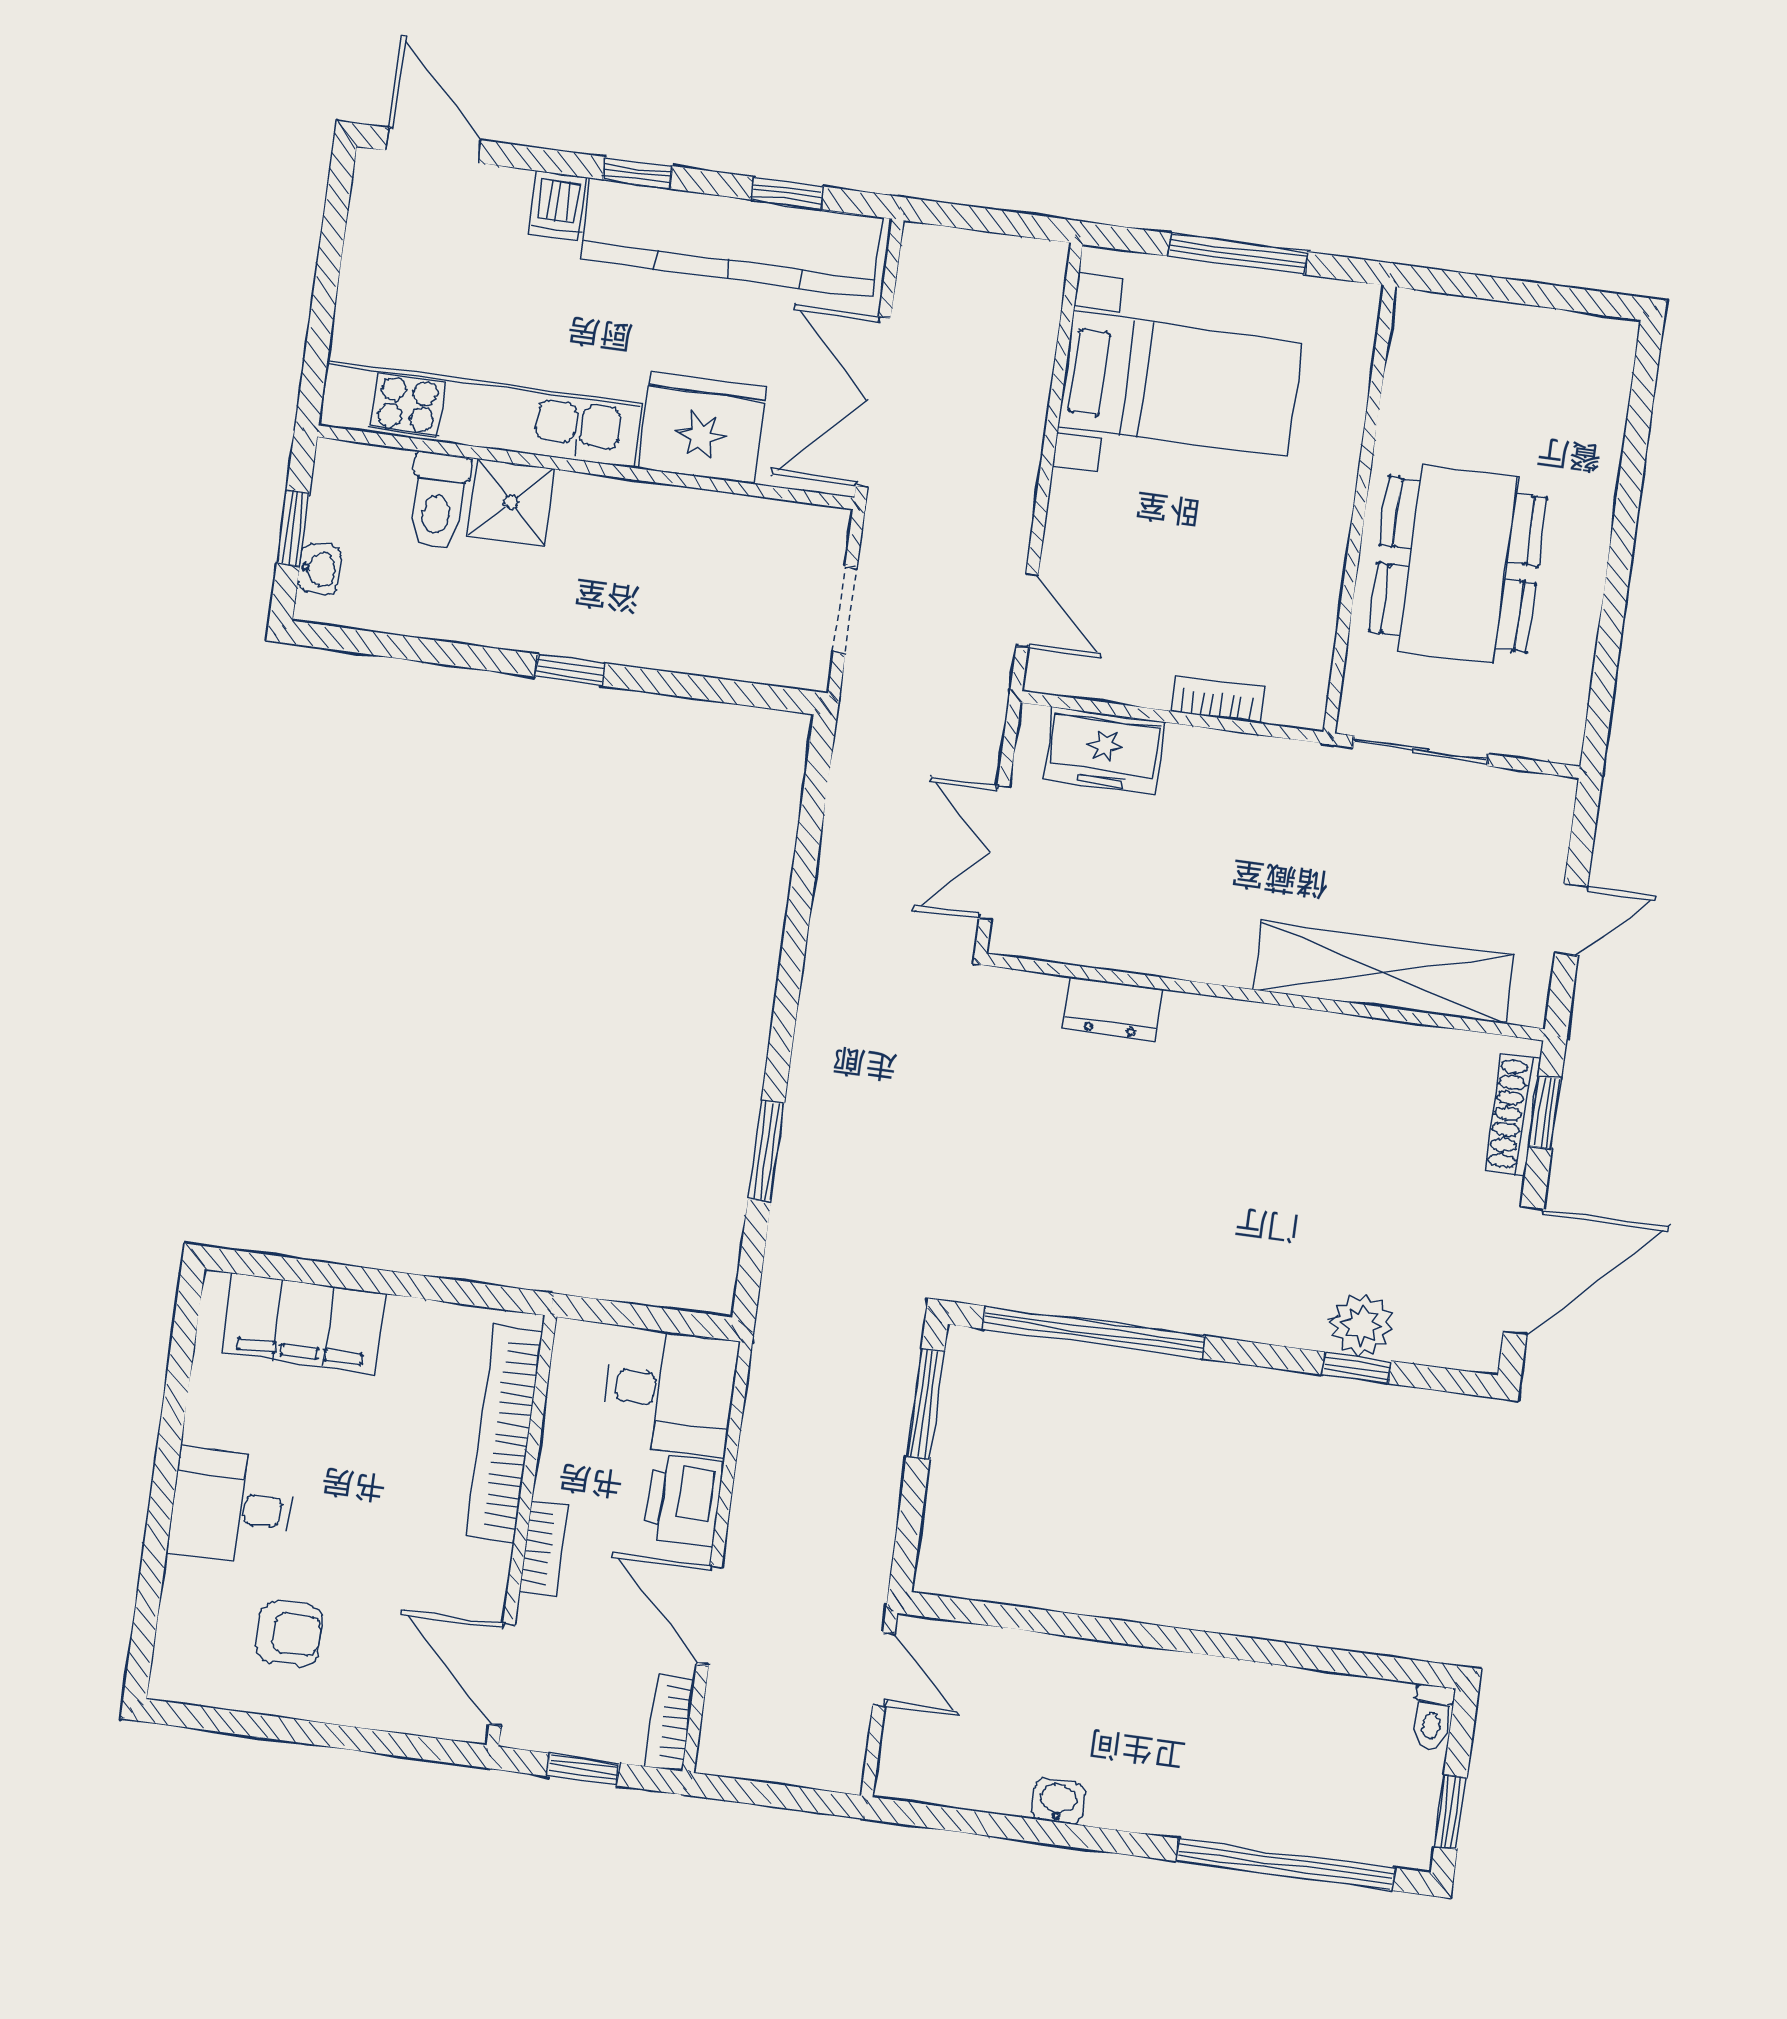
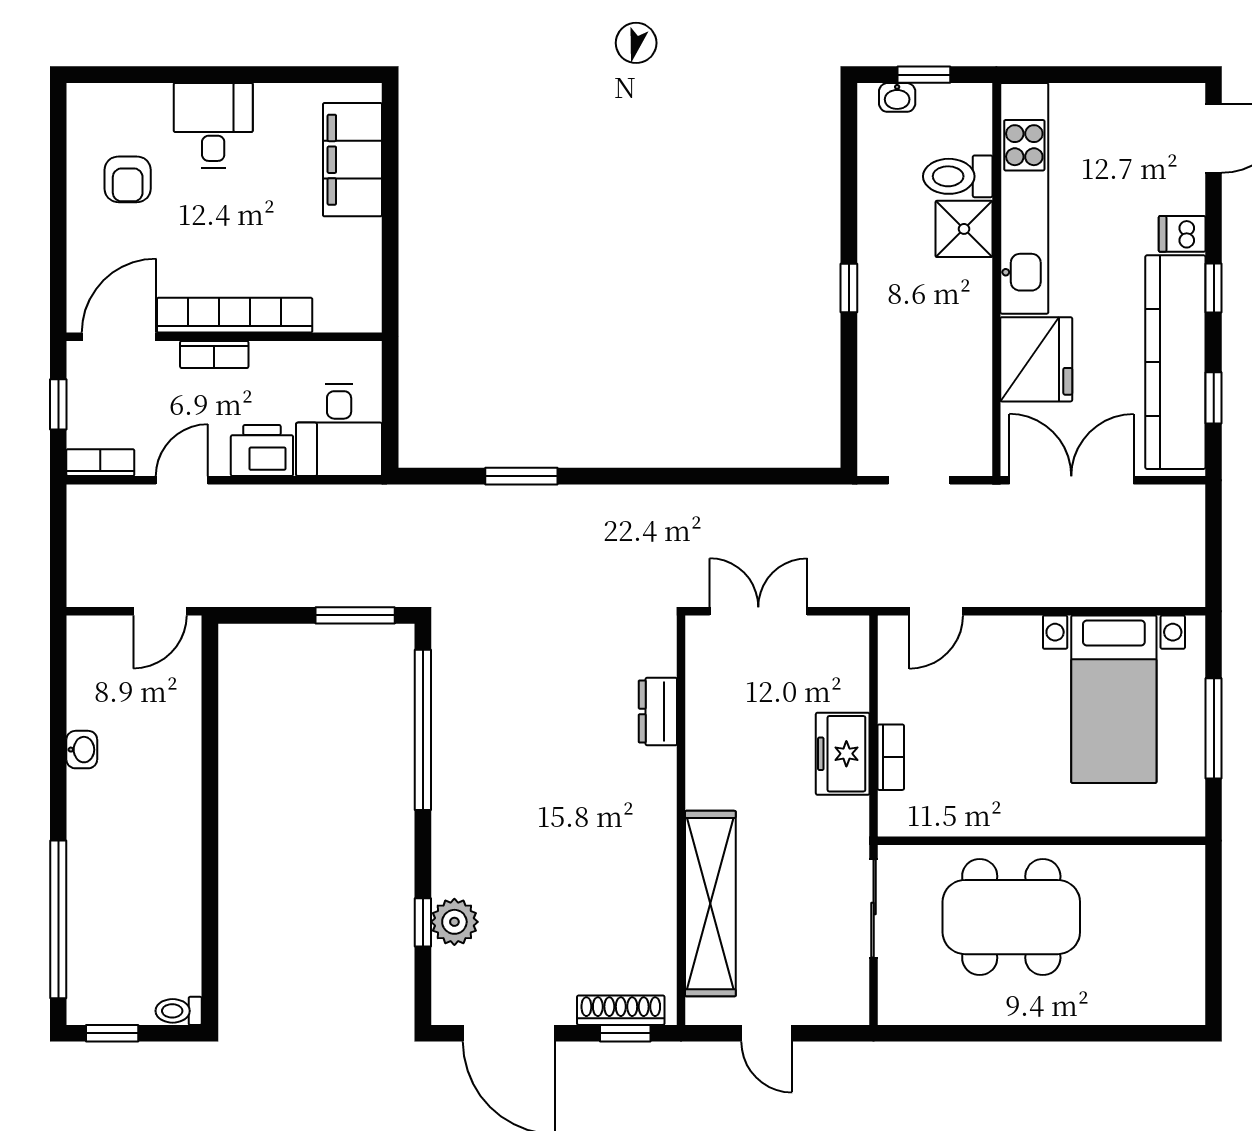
freezer: (1104, 751) -> (843, 754), moved
bookcase: (505, 1434) -> (235, 315), moved
door: (709, 1615) -> (182, 480), width x0.73

